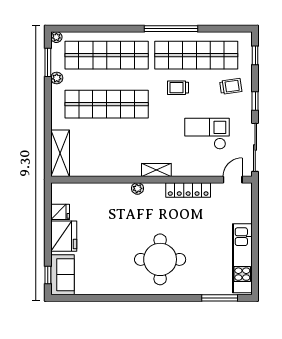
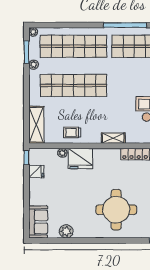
trolley: (178, 88) -> (72, 132), moved
plant: (138, 188) -> (62, 153), moved
fridge: (64, 236) -> (80, 158), moved, turned 90
window: (48, 275) -> (26, 158), moved
plant: (98, 287) -> (66, 231), added

